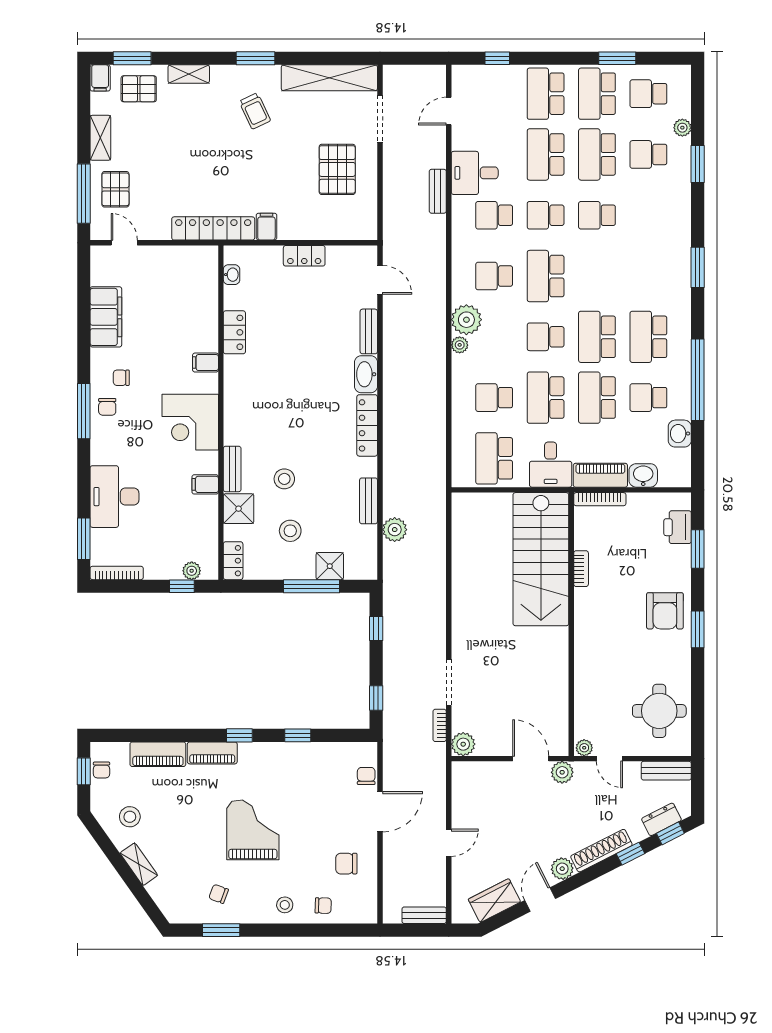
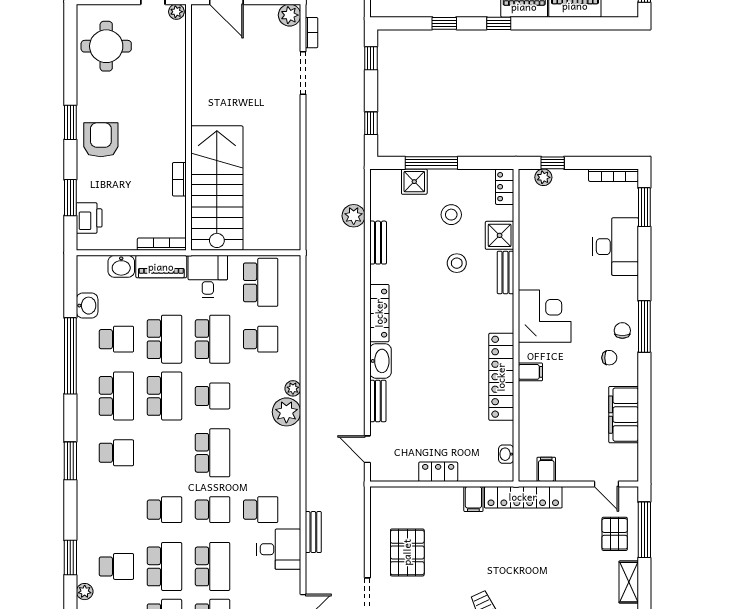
school desk: (494, 276) -> (116, 453), moved
locker: (234, 332) -> (501, 377), width x2.16, depth x1.21
filing cabinet: (205, 484) -> (546, 469), moved, turned -90

